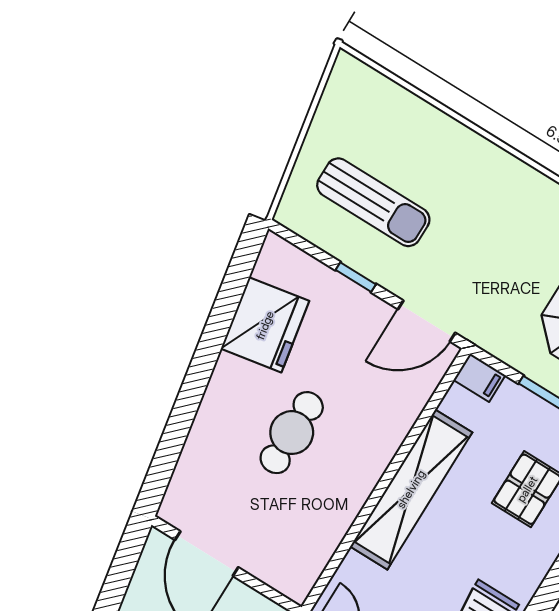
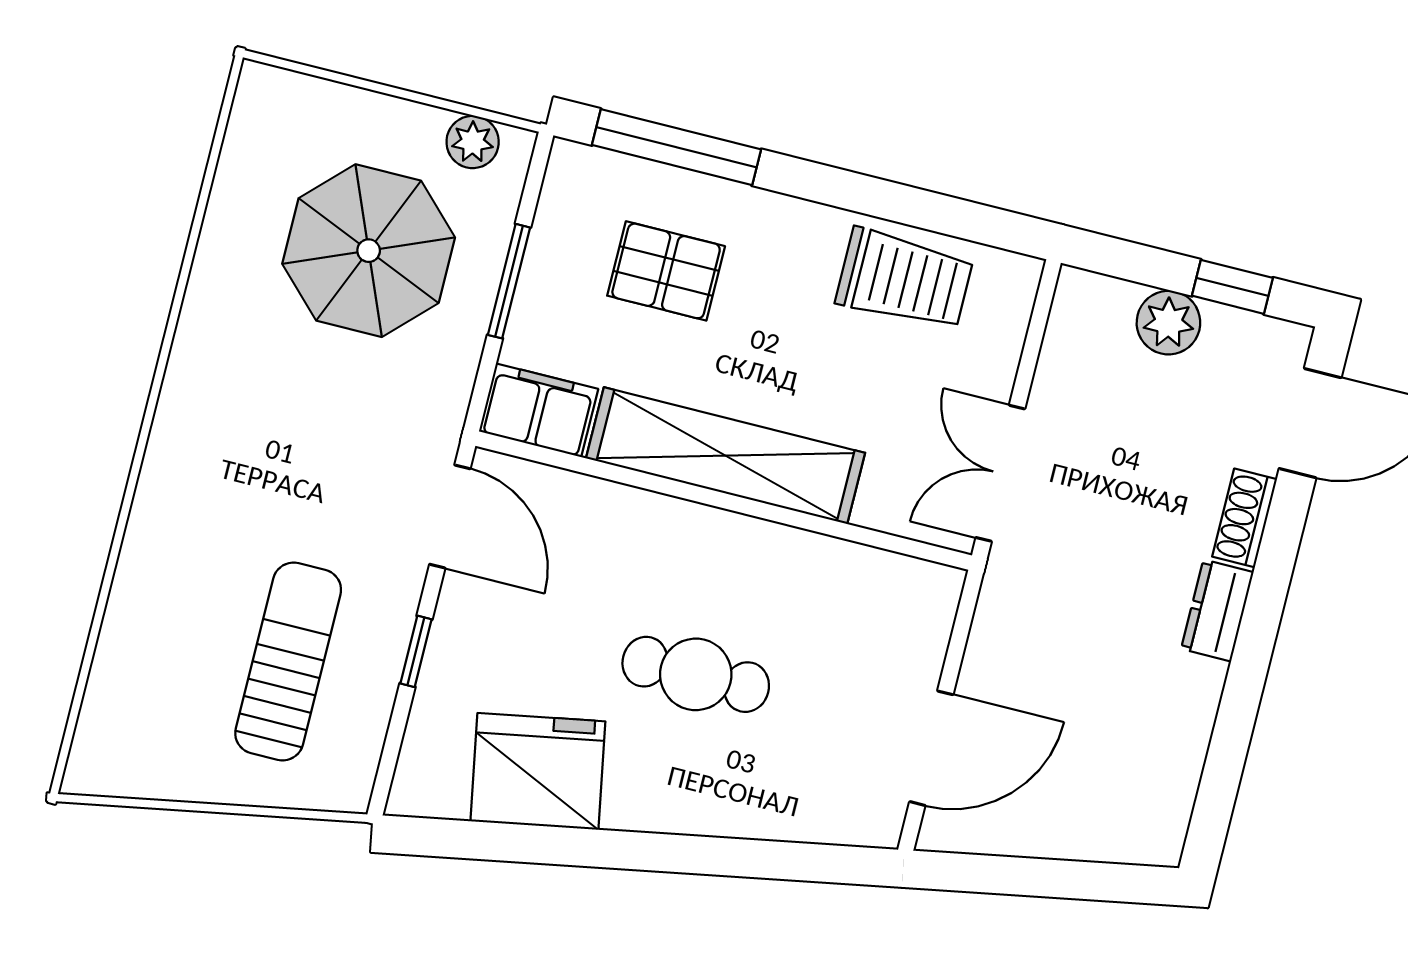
filing cabinet: (479, 378) -> (539, 410), width x2.00

